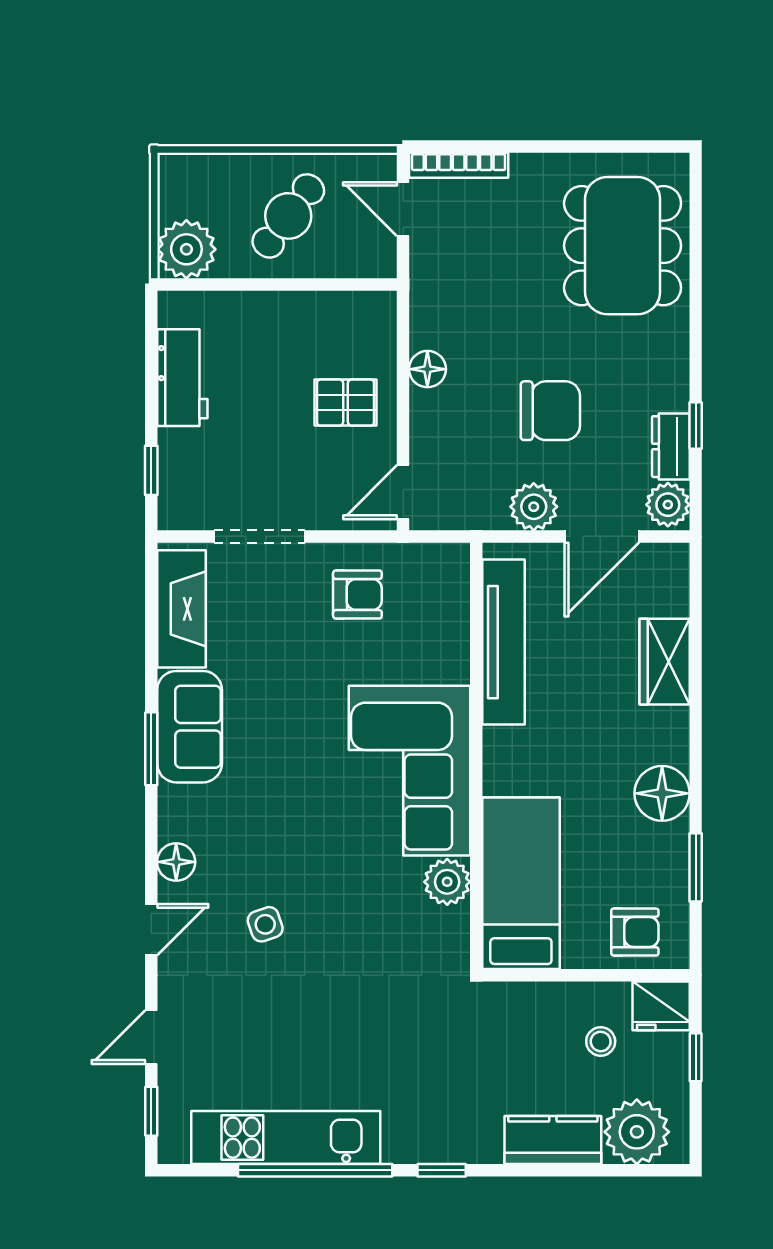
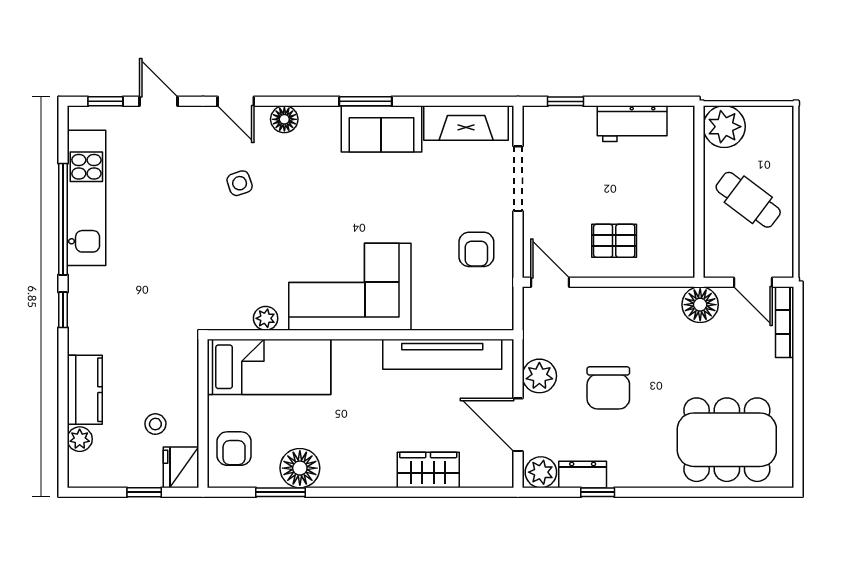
door: (403, 209) -> (753, 282), swing flipped
floor lamp: (427, 369) -> (700, 305), moved, width x1.38, depth x1.38
pallet: (345, 403) -> (614, 241), turned 90
floor lamp: (662, 793) -> (300, 468), moved
plant: (447, 882) -> (266, 318), width x0.73, depth x0.73
plant: (637, 1132) -> (80, 439), width x0.53, depth x0.53

